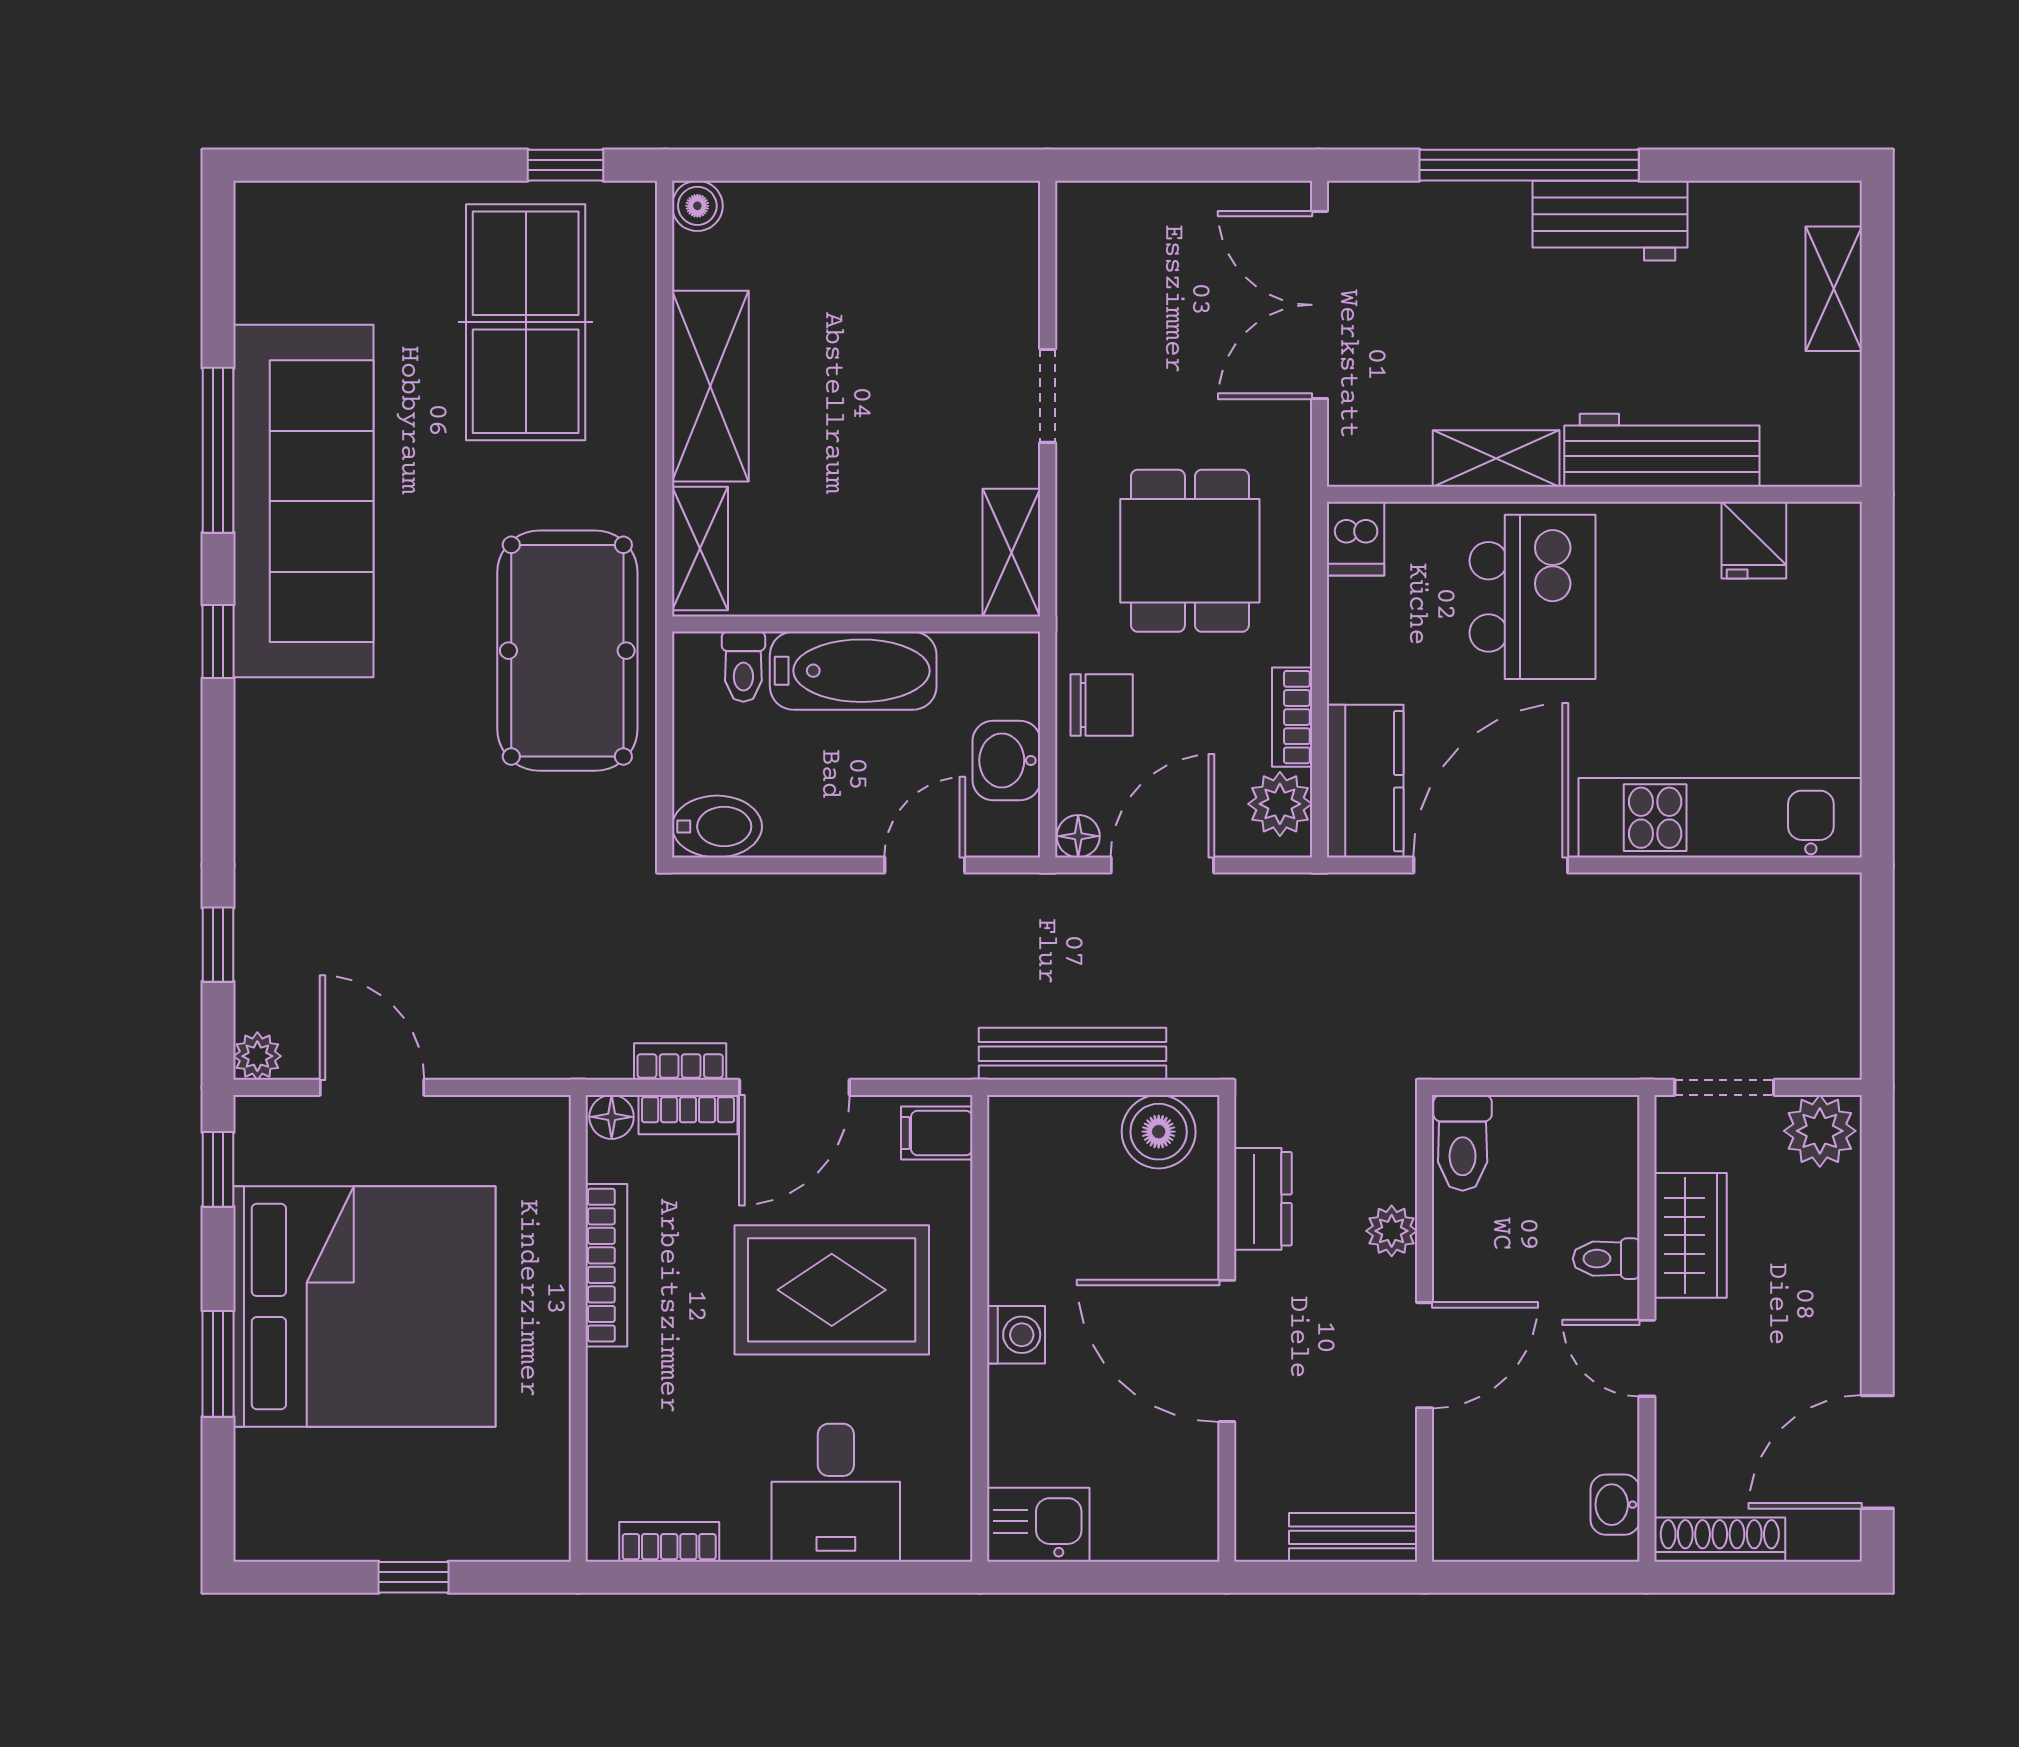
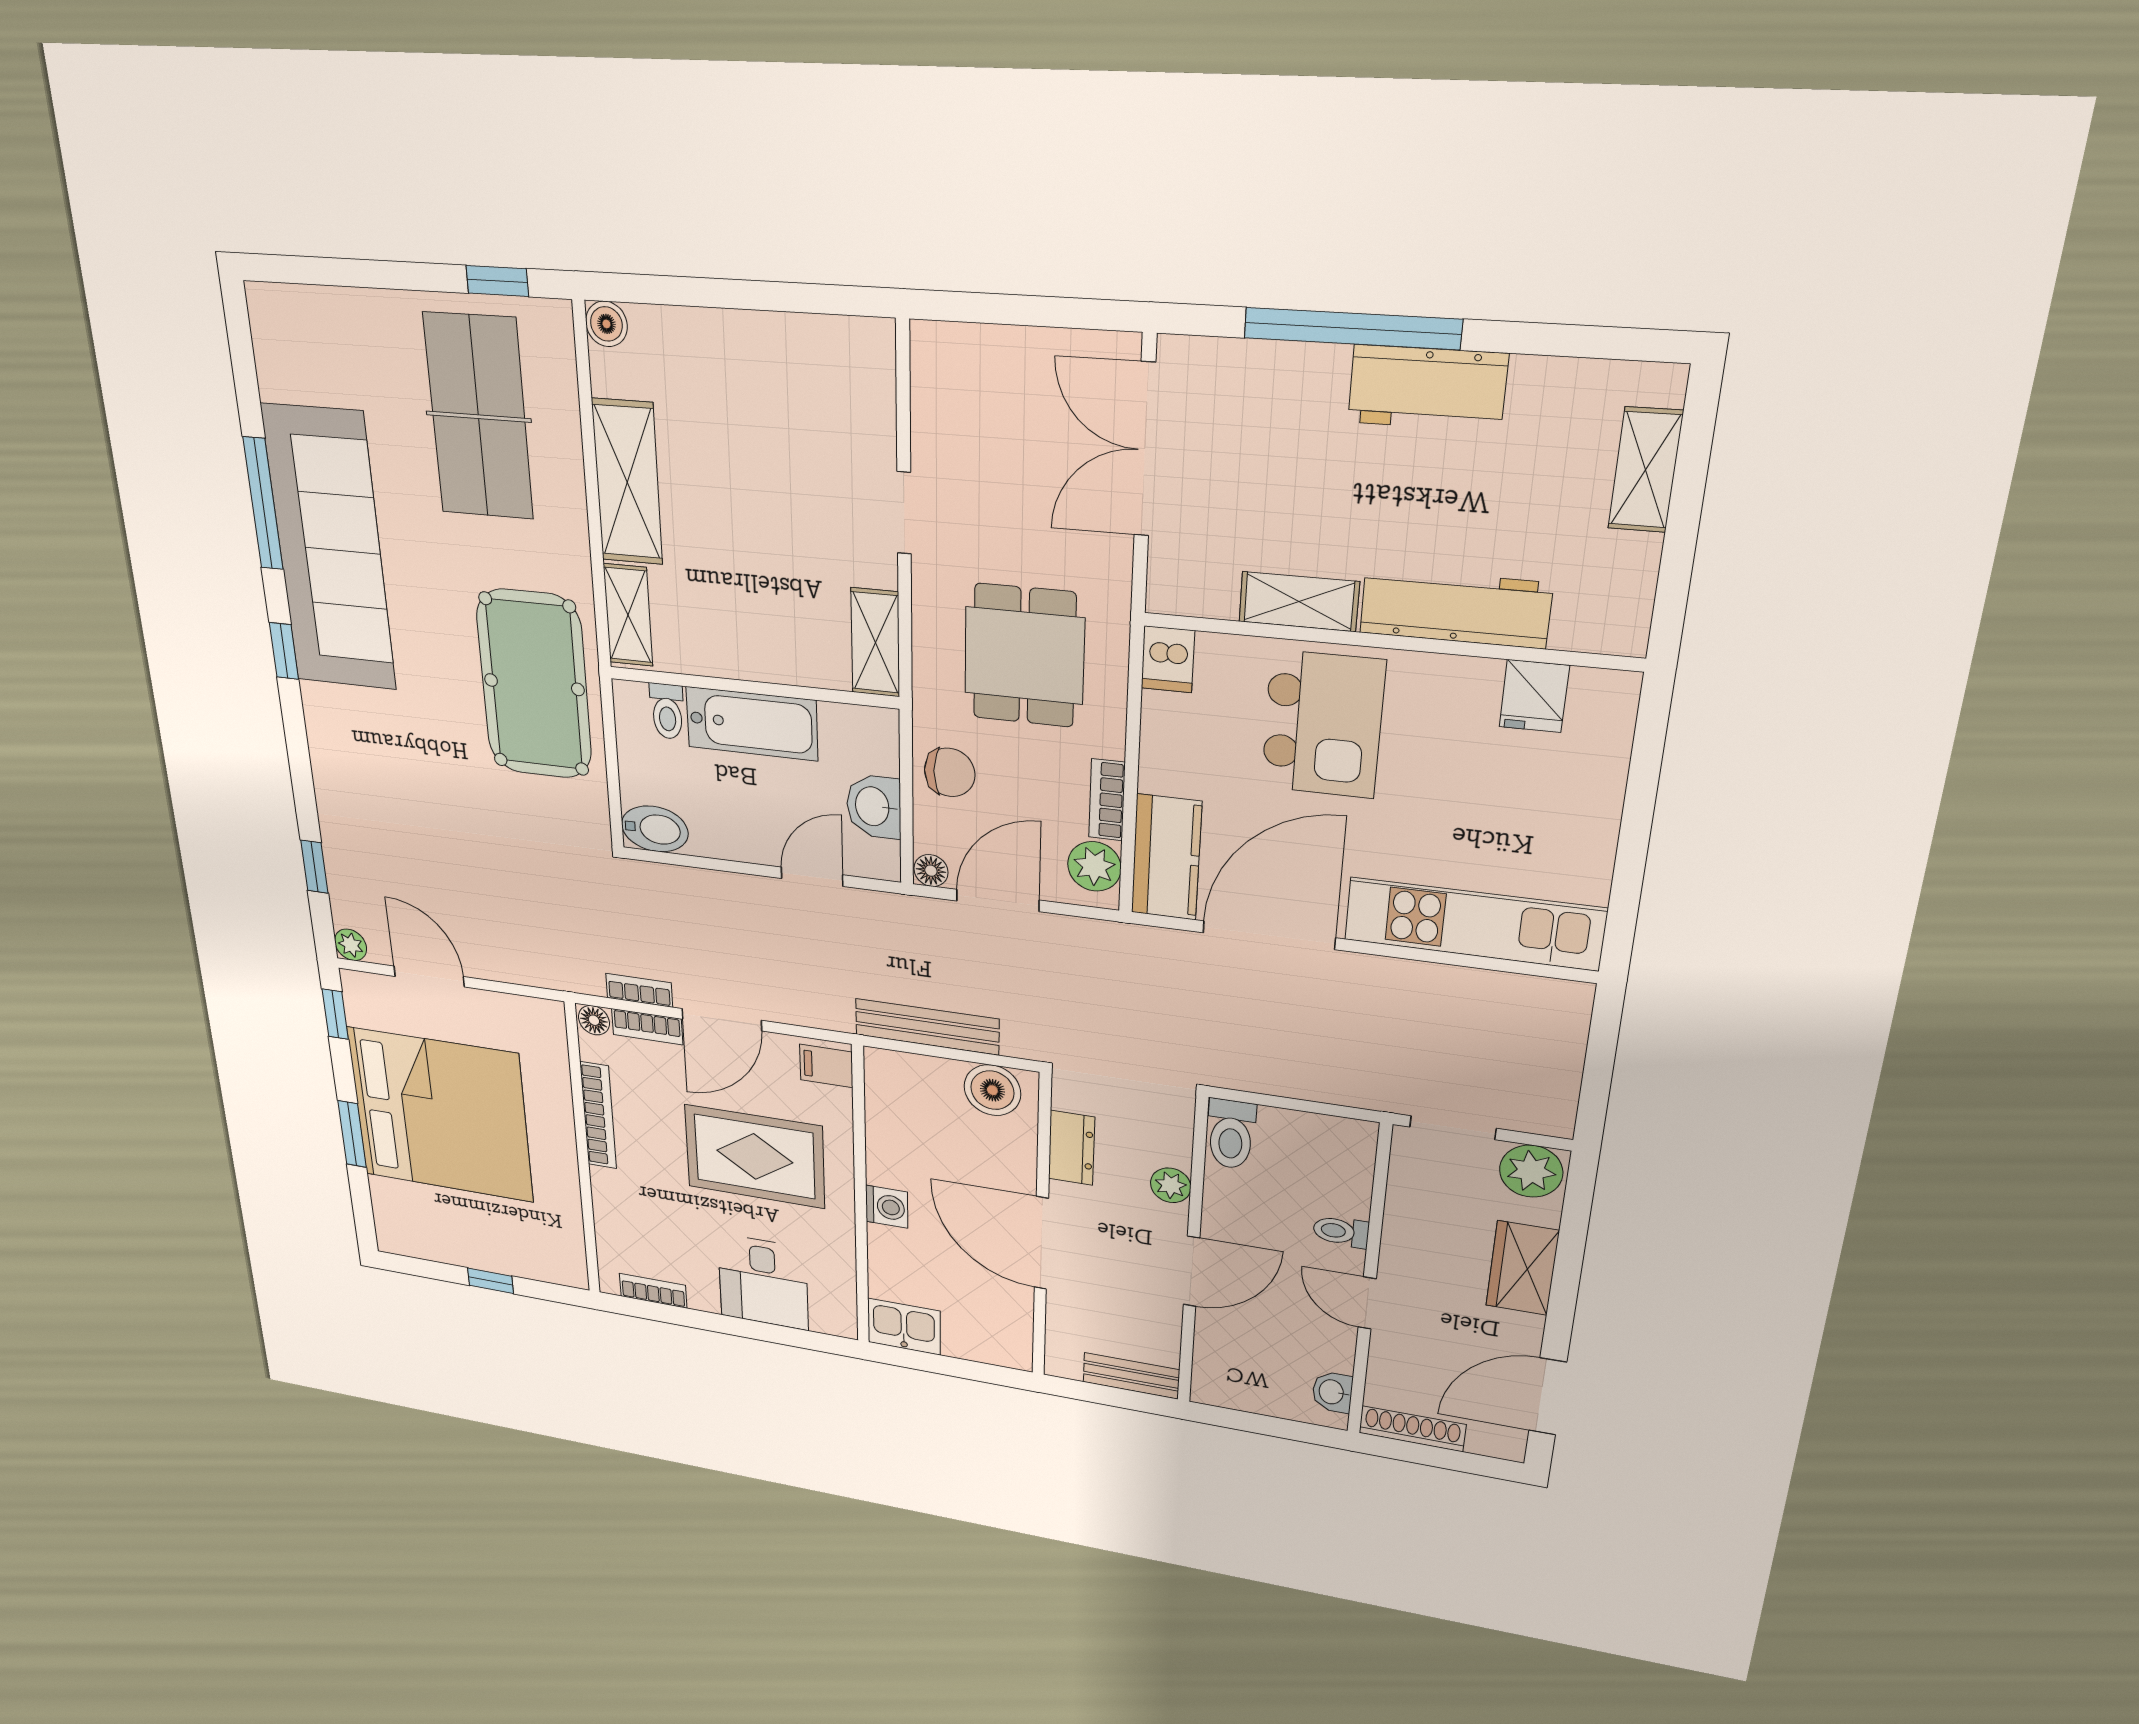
wardrobe: (1691, 1235) -> (1522, 1268), moved, turned 180

